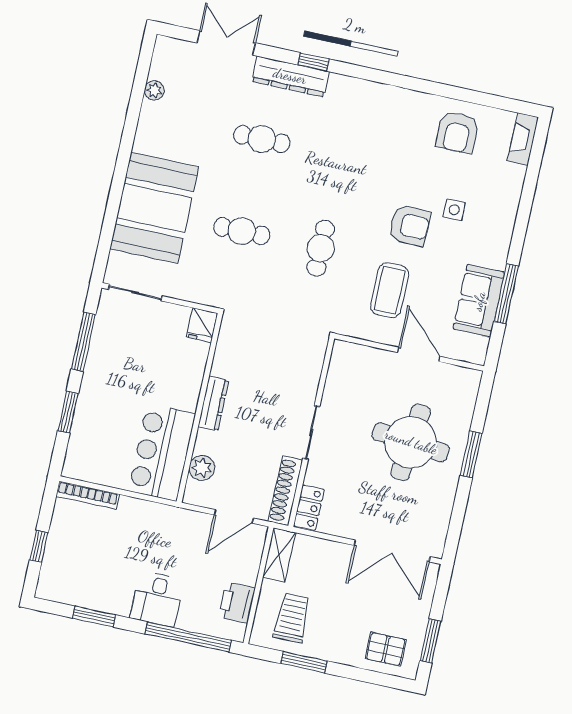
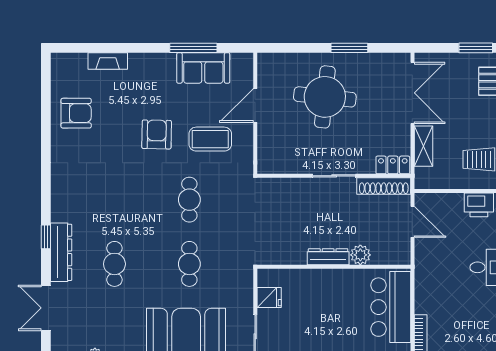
fireplace: (523, 139) -> (108, 61), moved
side table: (454, 210) -> (137, 102), removed
cafe table: (321, 248) -> (189, 200), turned 90
fridge: (202, 325) -> (269, 297), moved
bar counter: (162, 453) -> (391, 307), moved, turned 90
window: (471, 454) -> (349, 48), moved
plant: (202, 468) -> (360, 255), moved
shelving: (279, 555) -> (423, 146), moved, turned 90

